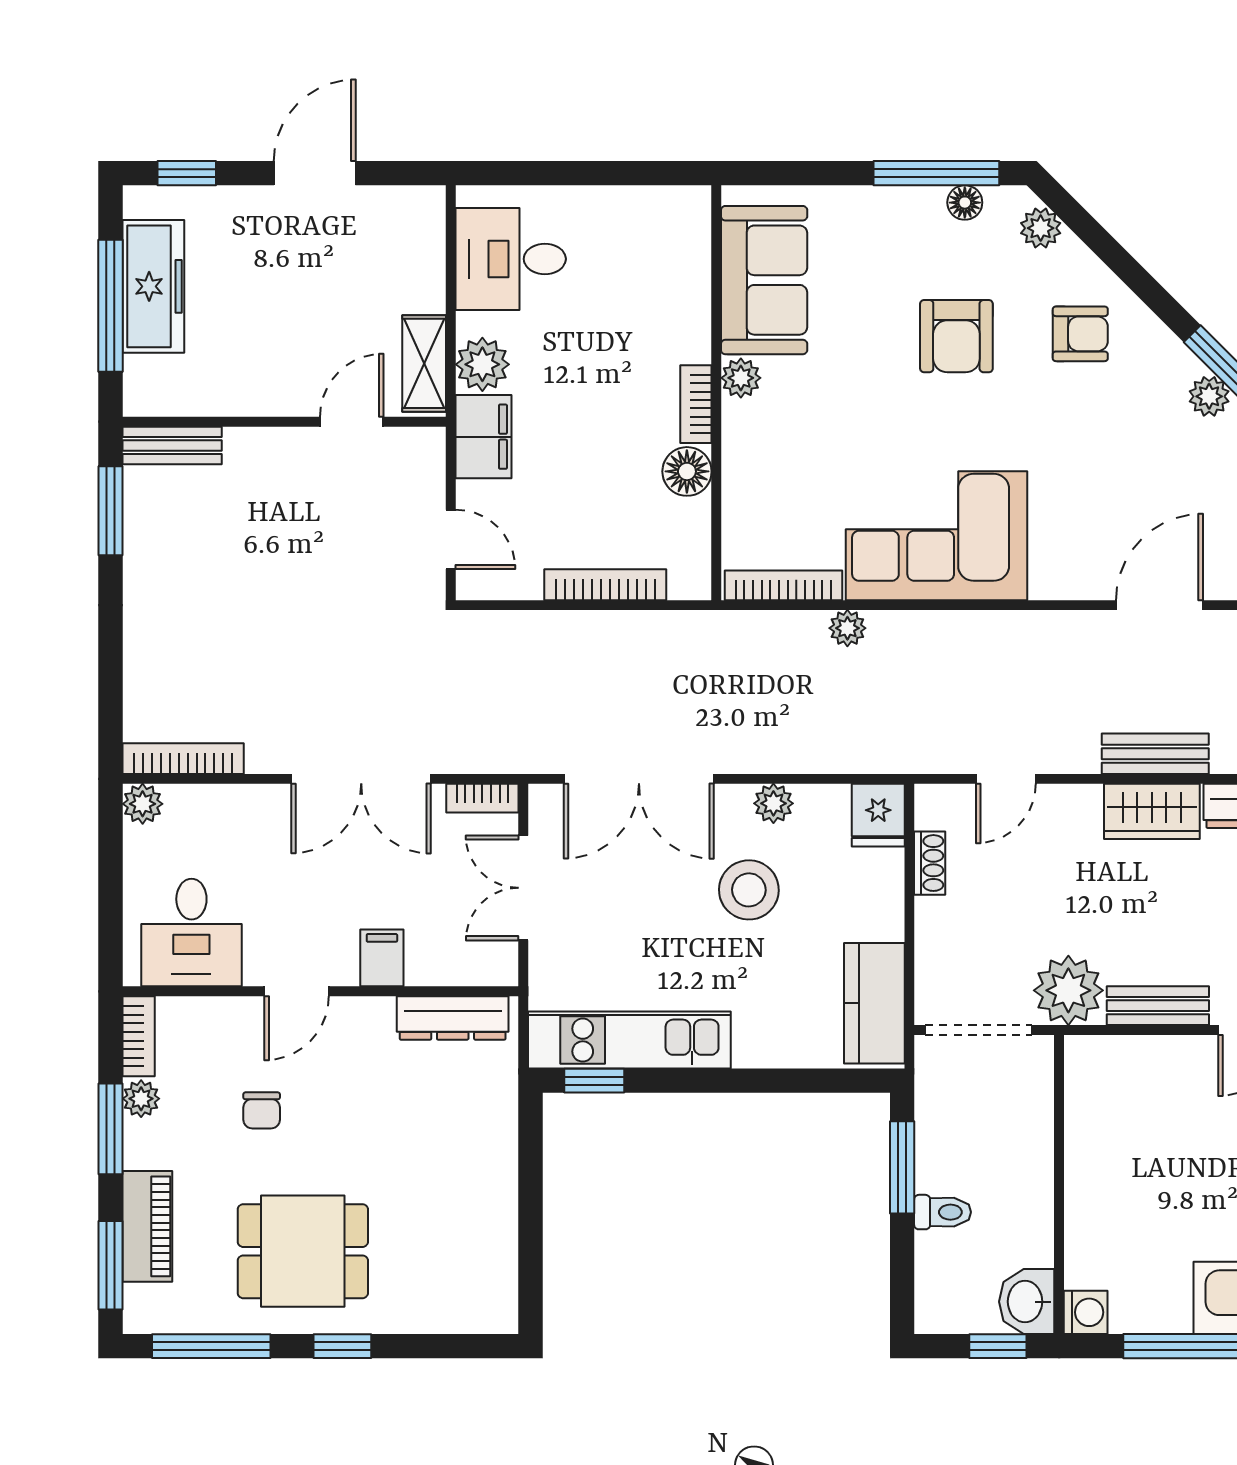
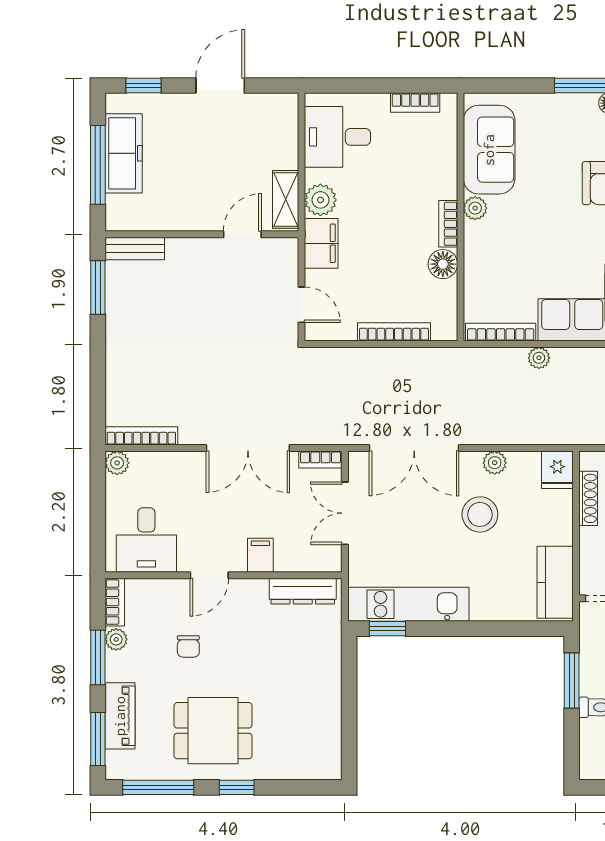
bookcase: (641, 202) -> (415, 103), added
shoe rack: (930, 863) -> (588, 498), width x1.43

